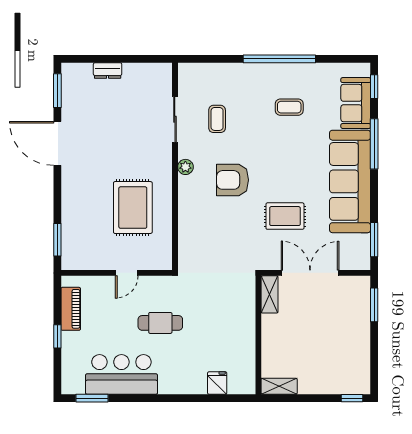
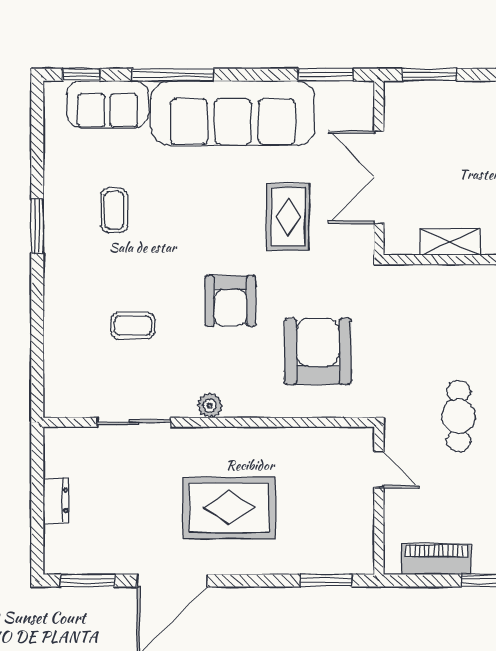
window: (279, 59) -> (37, 226), width x0.47
sliding door: (175, 119) -> (133, 422), moved
wall: (175, 166) -> (209, 422), moved
plant: (185, 167) -> (210, 406), moved
rug: (133, 208) -> (229, 508), moved
armchair: (201, 235) -> (318, 351), added
shelving: (270, 294) -> (450, 242), moved

